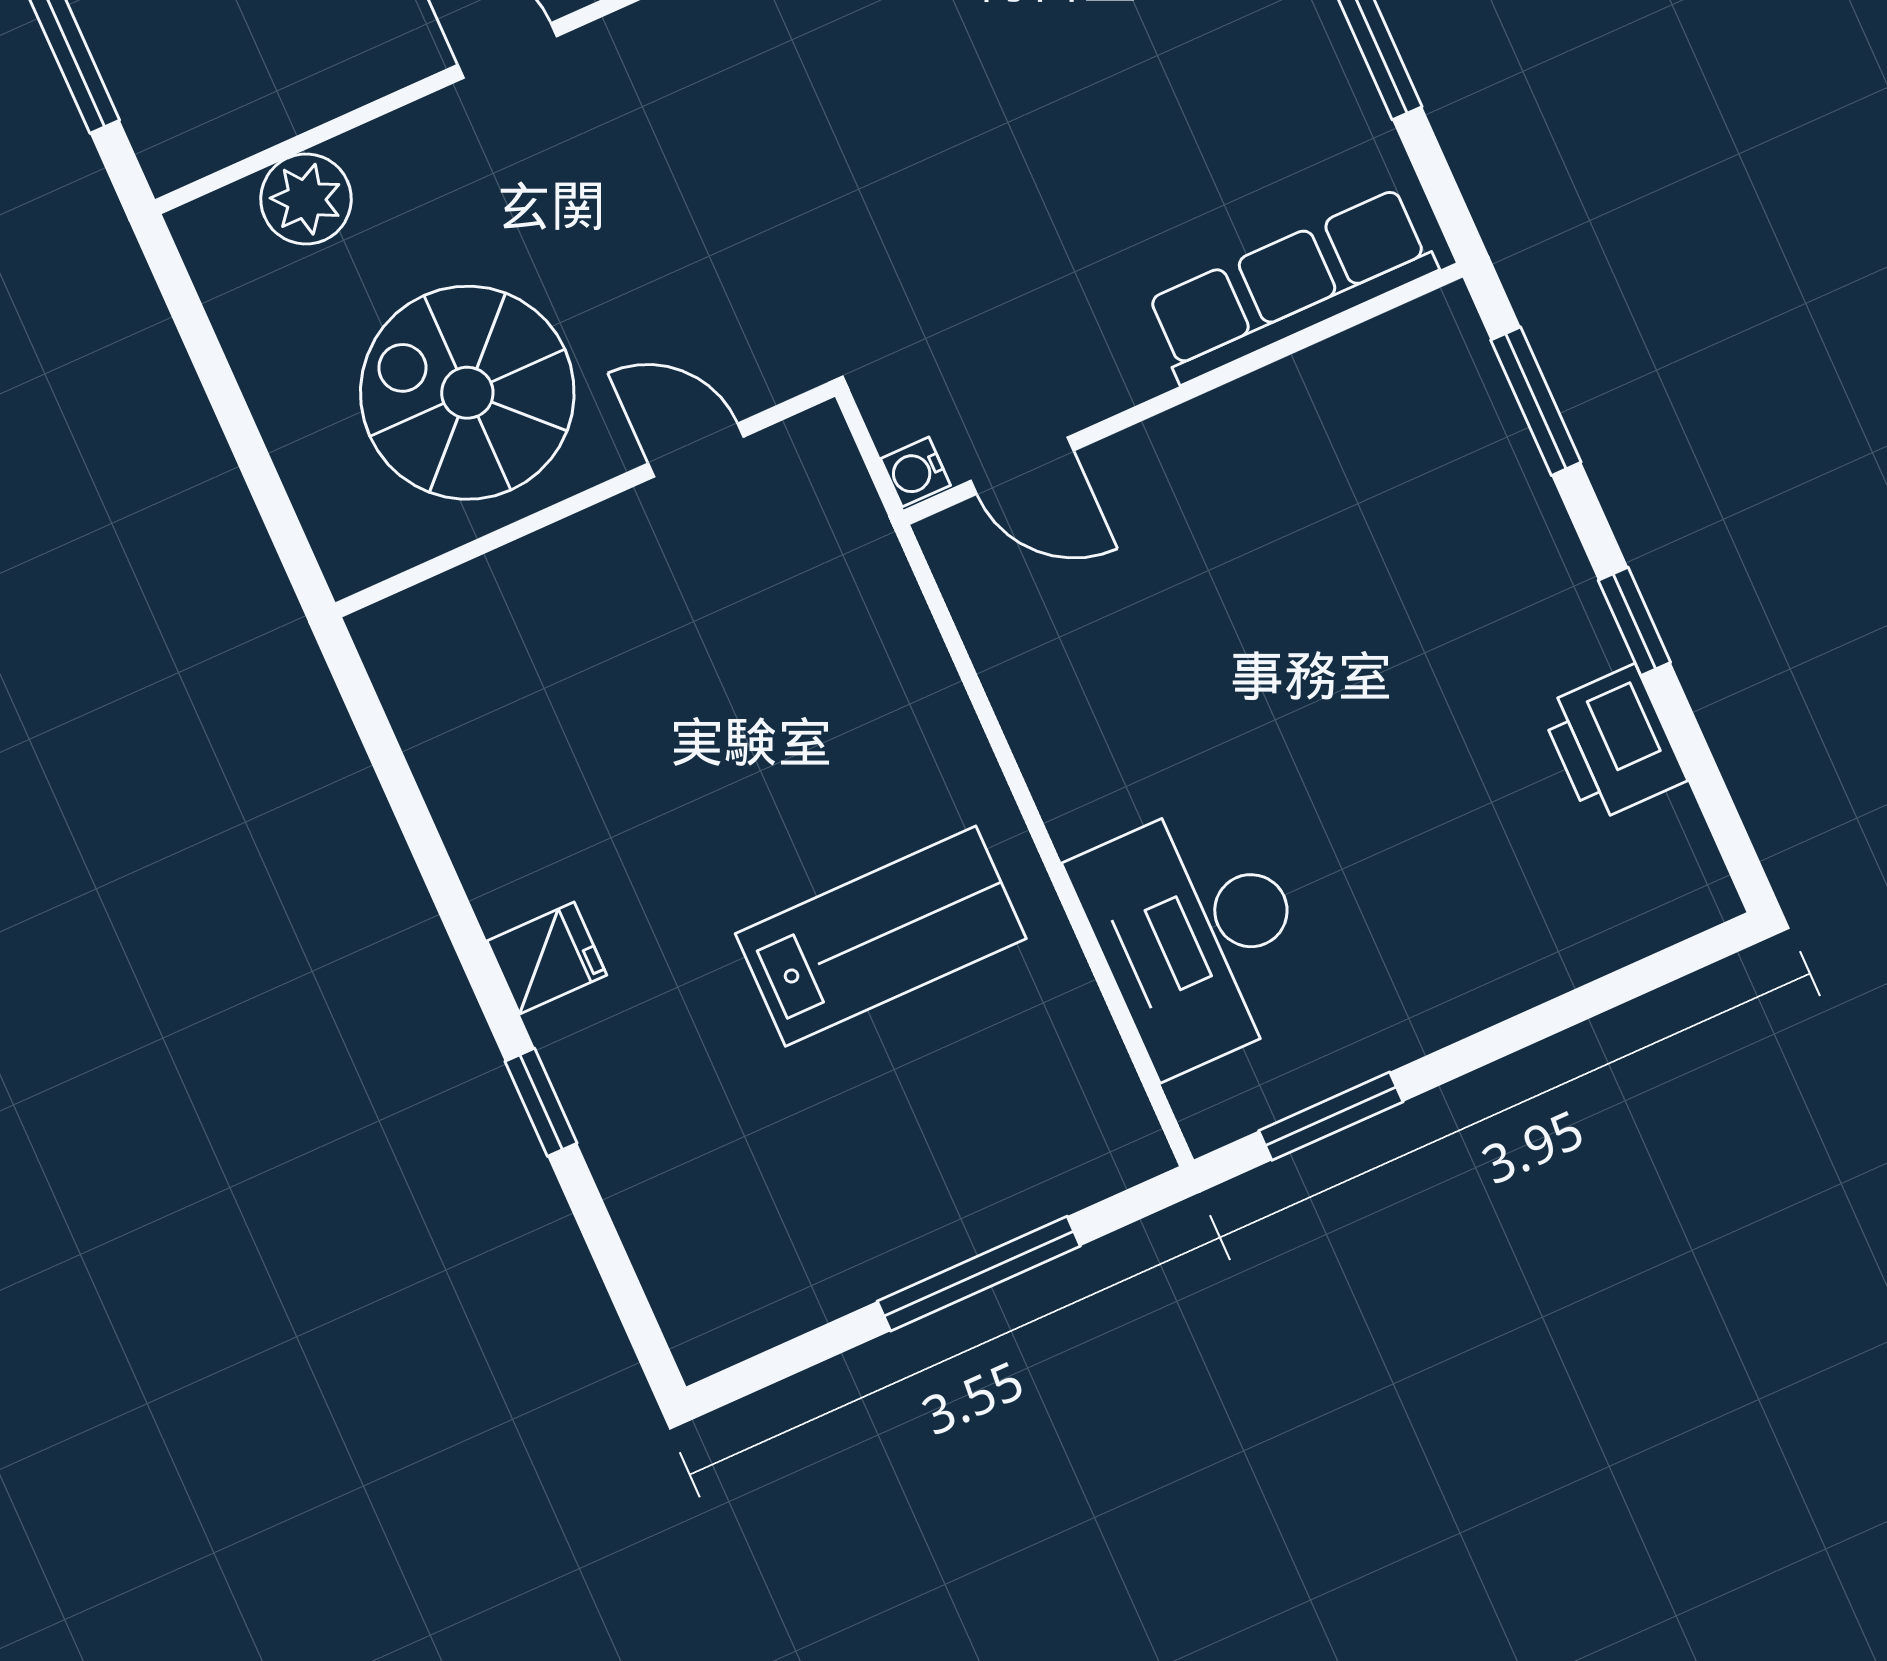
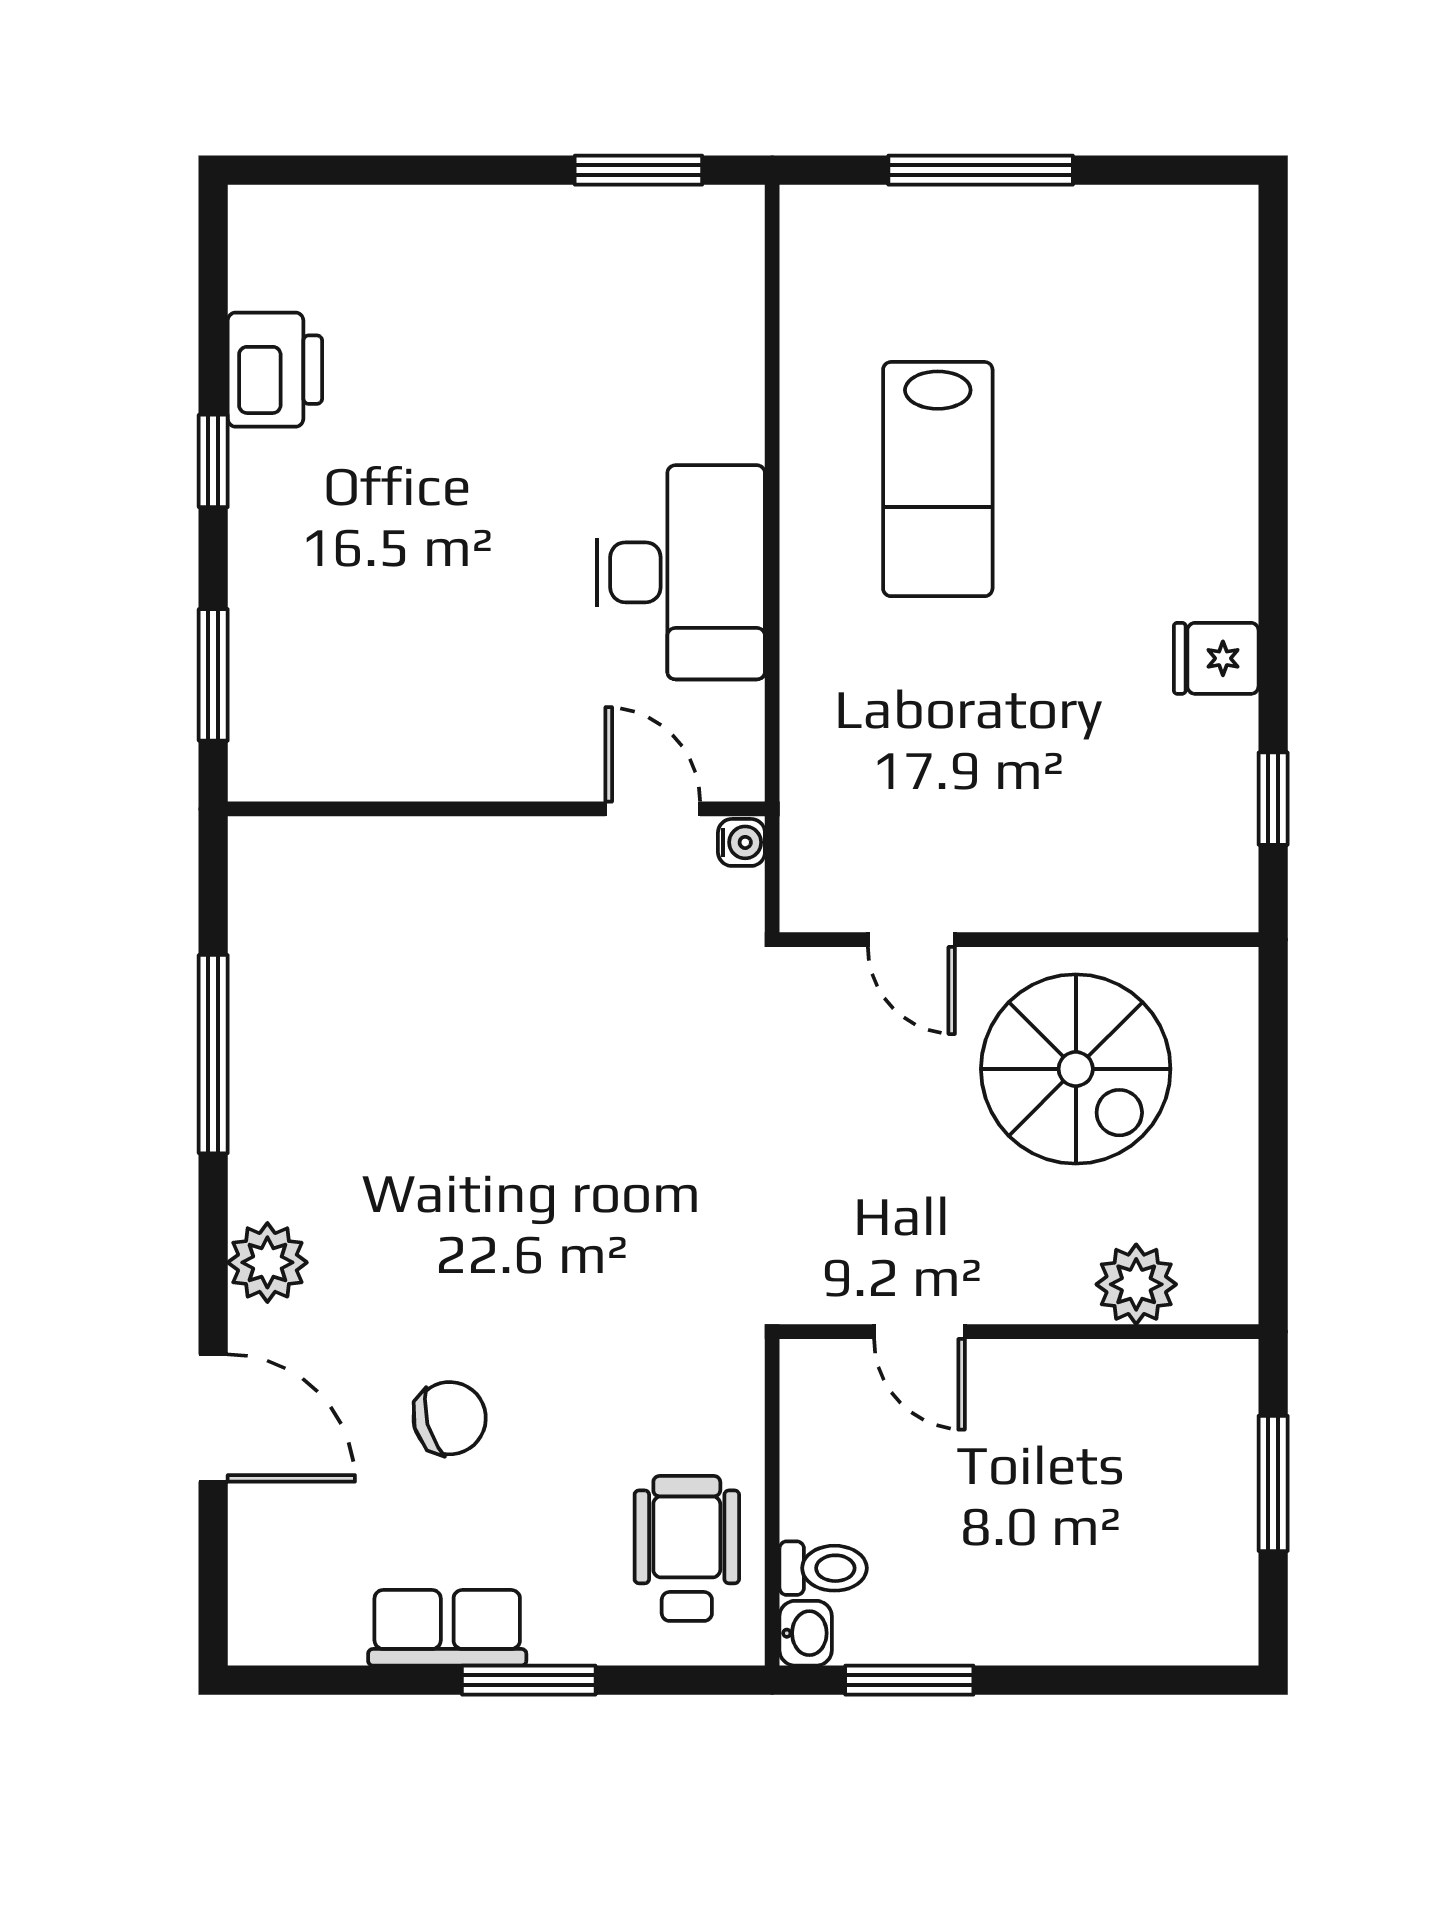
row of seats: (1291, 286) -> (370, 857), removed
desk: (1197, 935) -> (681, 572), moved
lab bench: (881, 936) -> (938, 479), turned -90
fridge: (547, 958) -> (1216, 658), moved
window: (541, 1102) -> (1273, 799), moved

